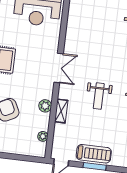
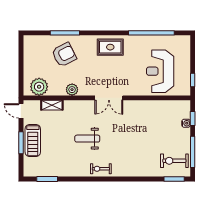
shelving: (61, 111) -> (52, 105), moved
plant: (43, 136) -> (39, 87), width x1.88, depth x1.88

